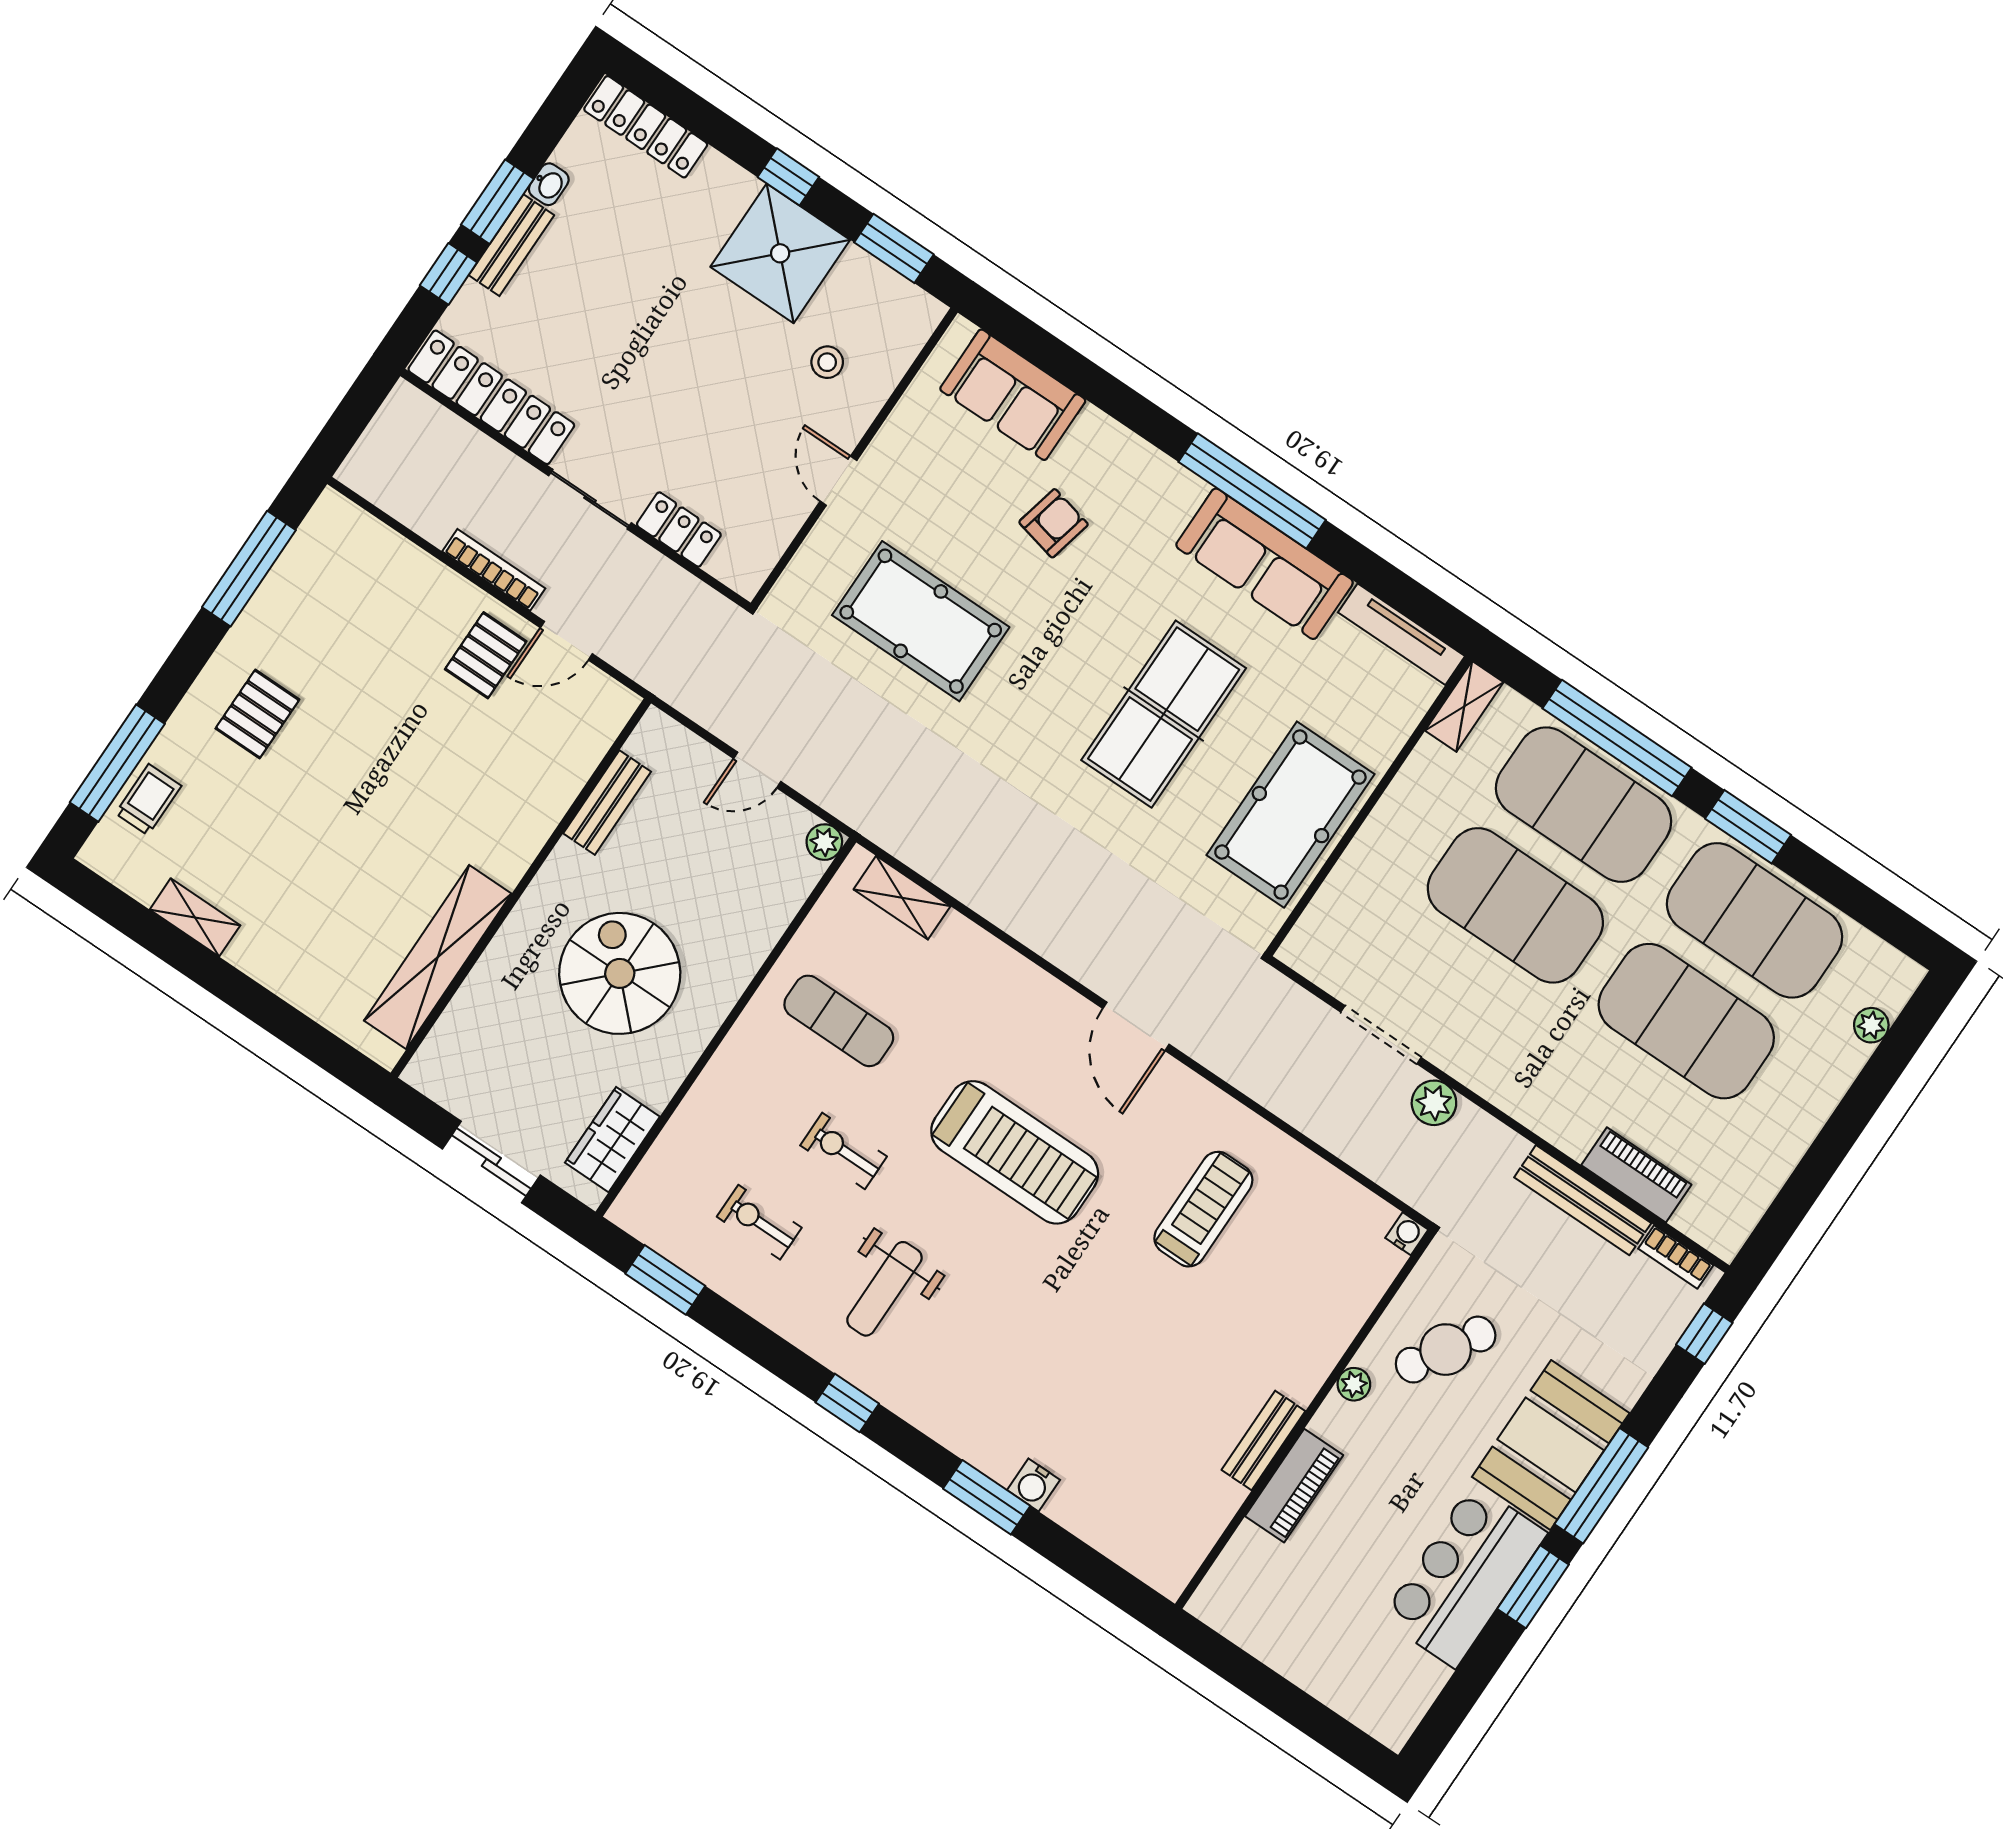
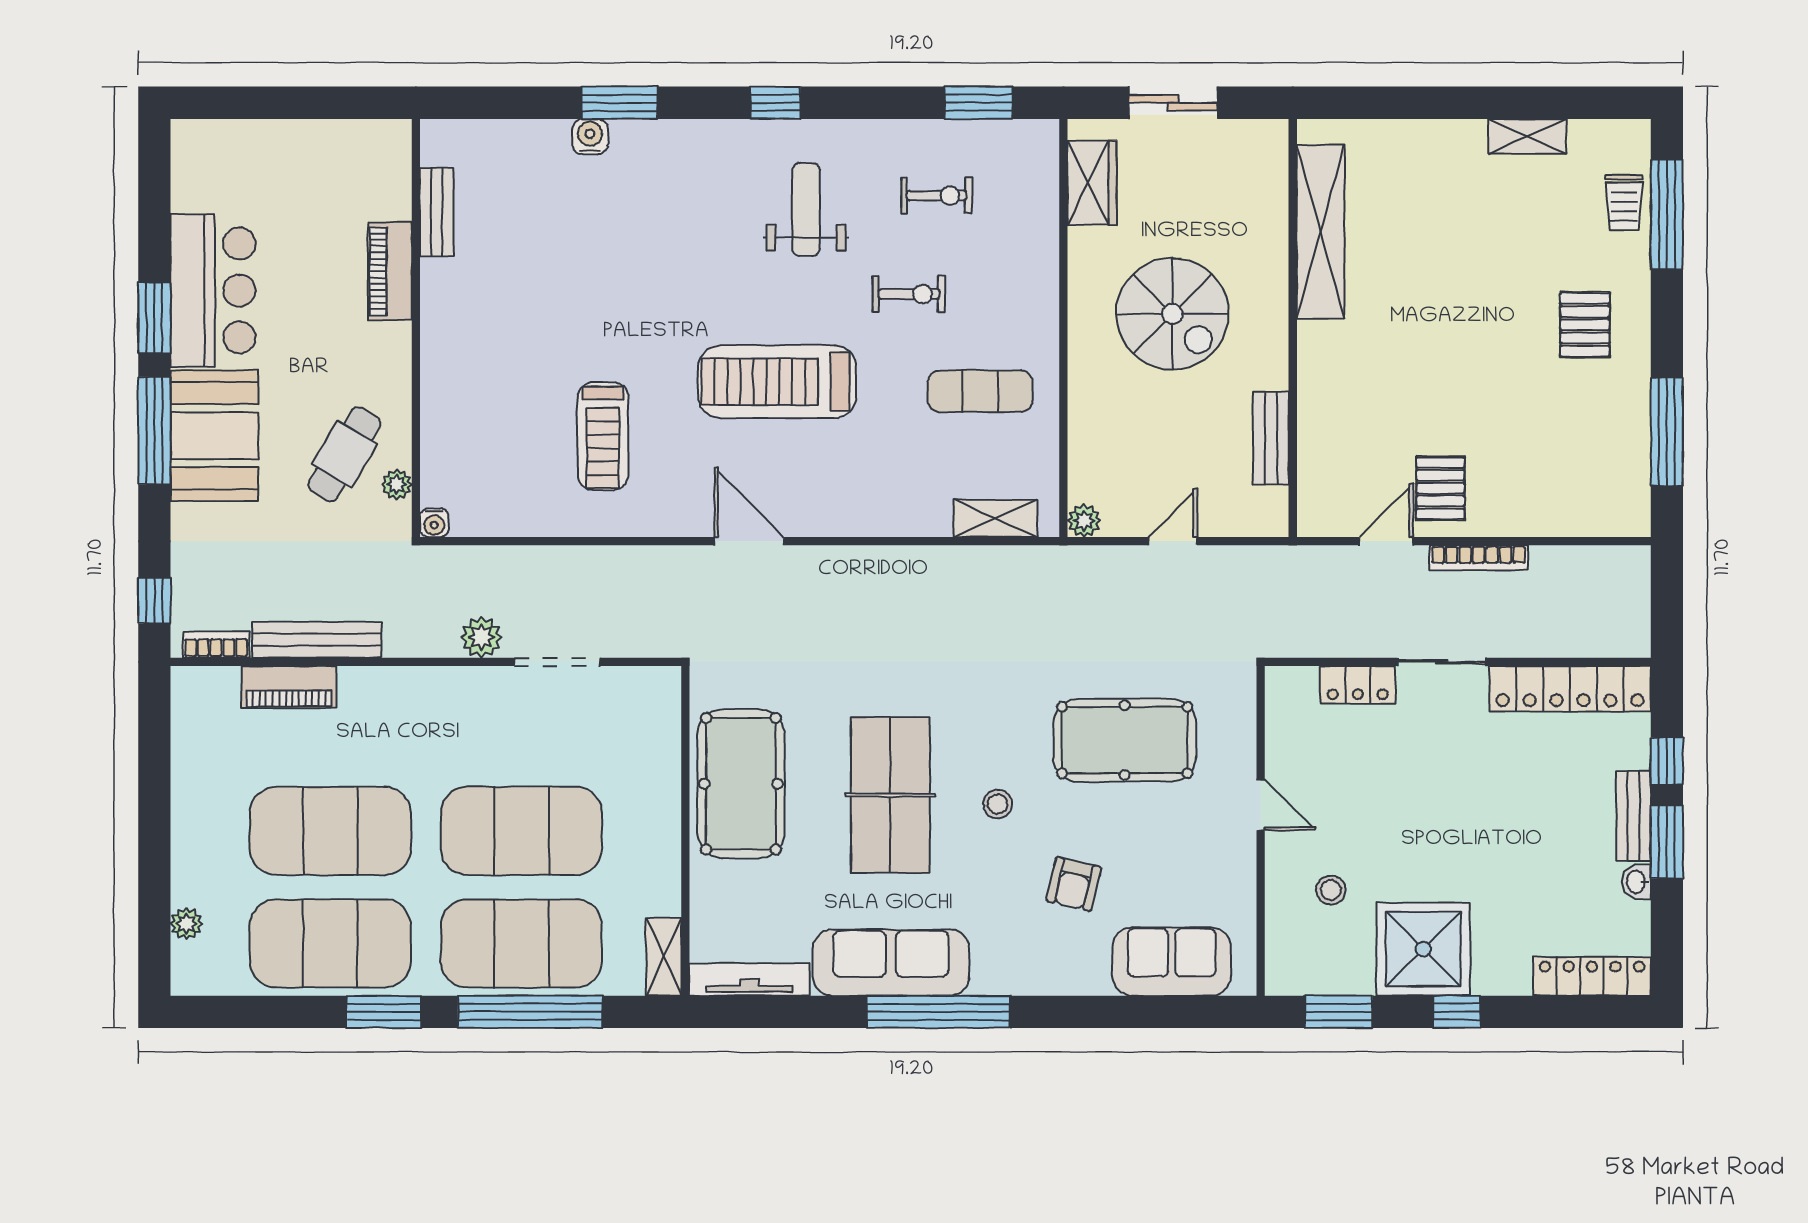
stool: (1073, 641) -> (998, 804), added
plant: (1354, 1384) -> (397, 484), moved
bench: (1263, 1441) -> (437, 212), moved

